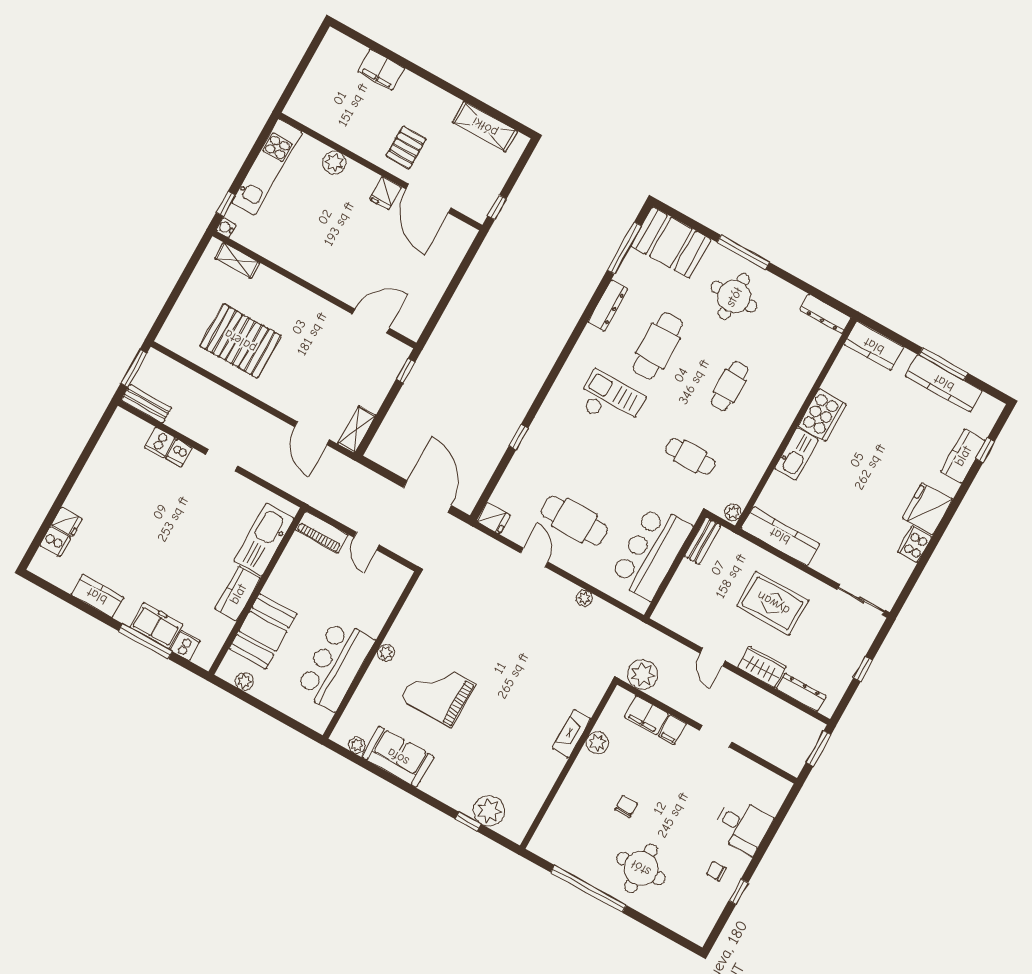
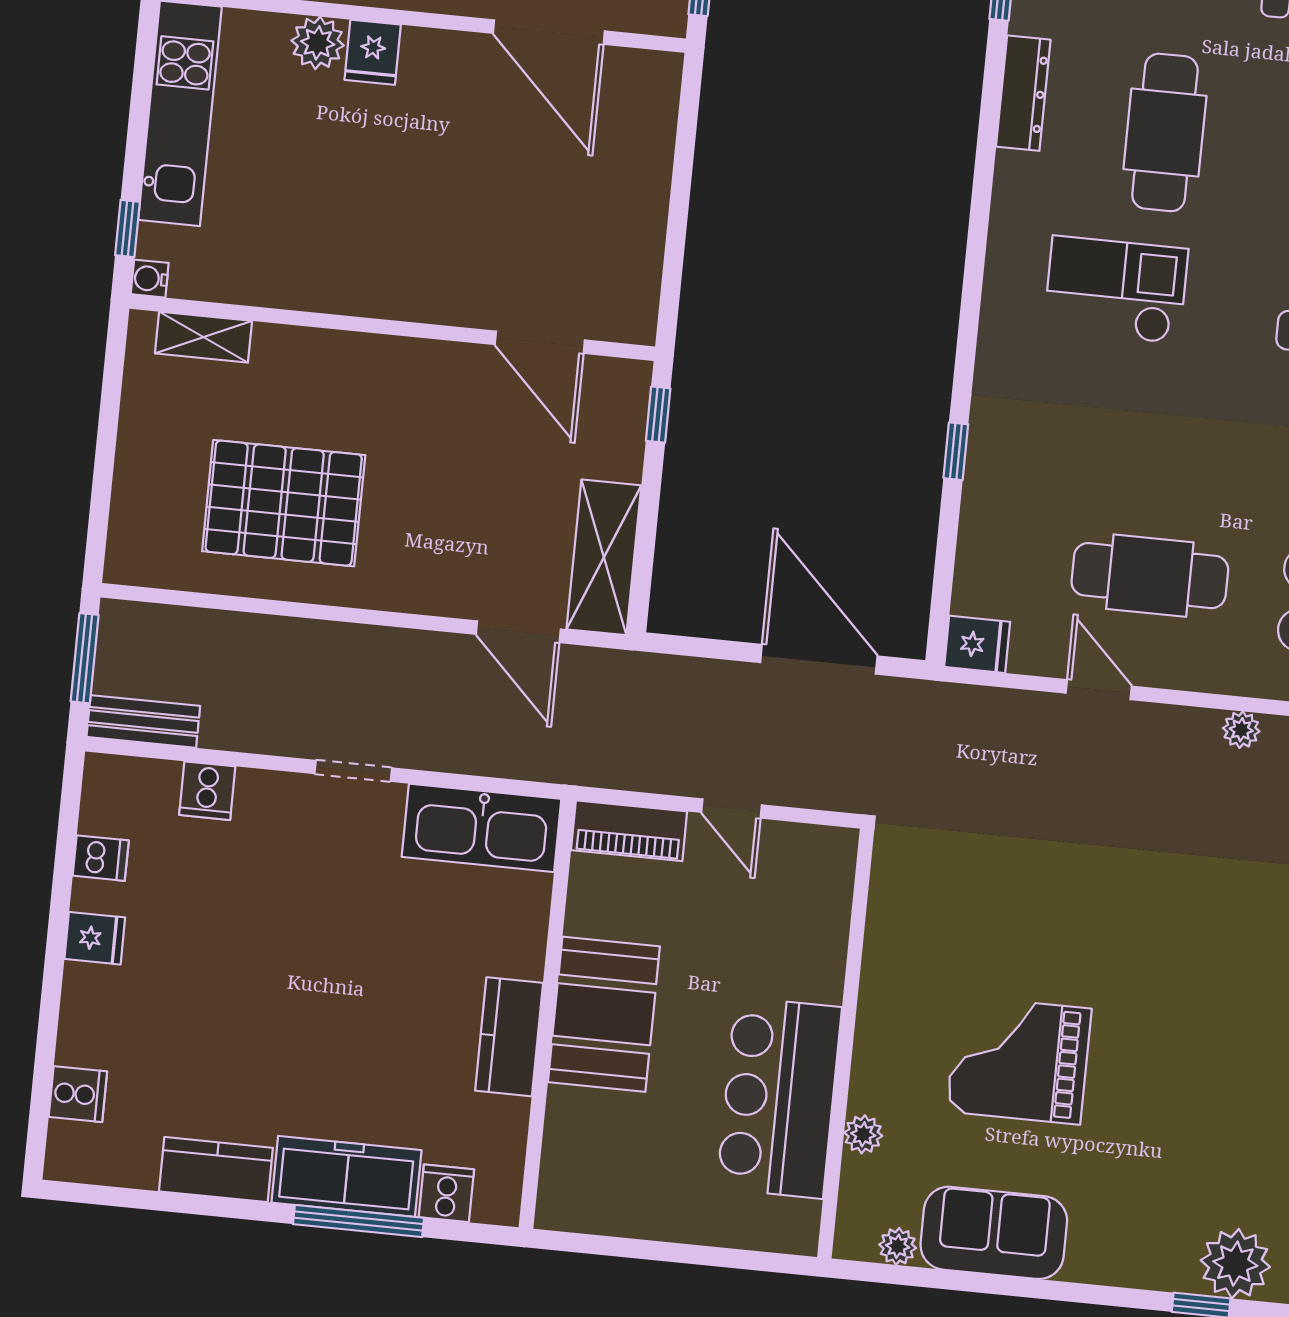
fridge: (385, 193) -> (373, 52), moved
door: (371, 321) -> (540, 342), swing flipped
shelving: (357, 429) -> (604, 557), width x1.50, depth x1.33
dishwasher: (179, 453) -> (101, 858), moved, turned -90
fridge: (67, 522) -> (95, 938), moved
kitchen sink: (264, 540) -> (482, 828), moved, turned -90
freezer: (156, 626) -> (346, 1176), width x1.40
booth: (263, 631) -> (604, 1014), moved
plant: (386, 653) -> (863, 1134), moved
plant: (244, 681) -> (603, 1215), removed

